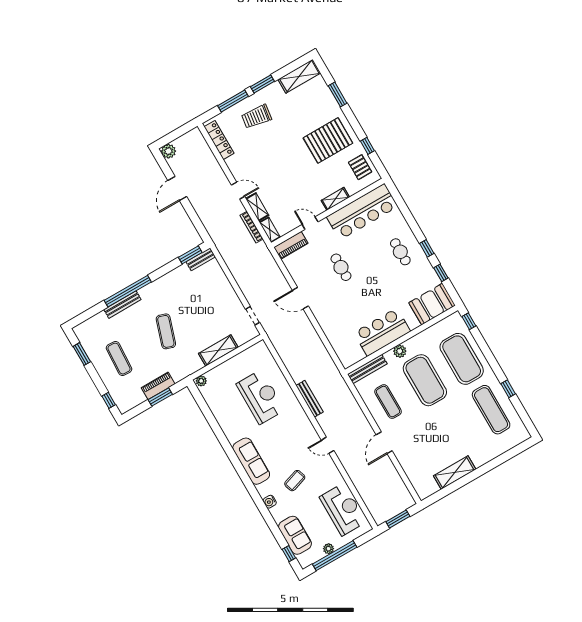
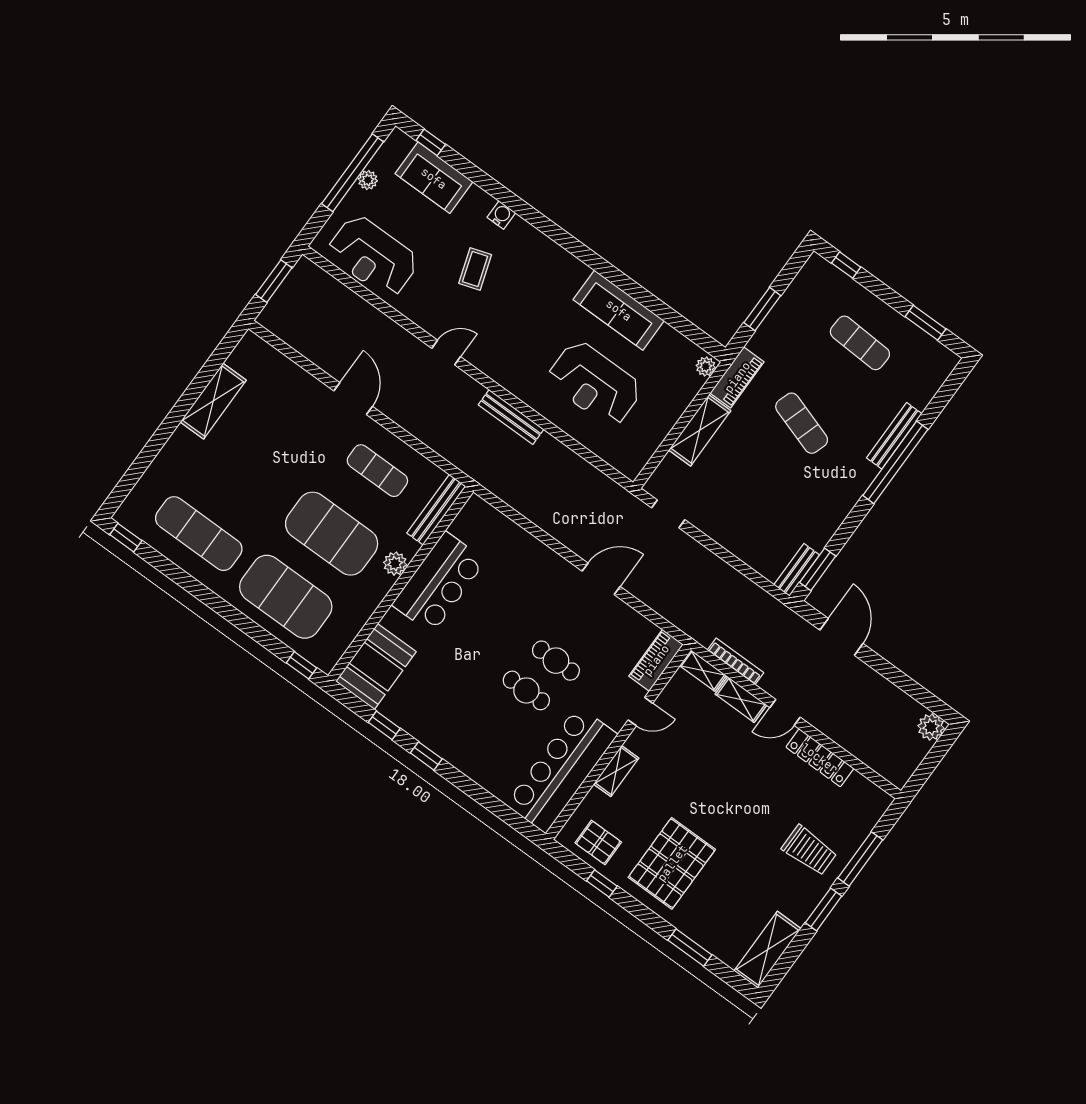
trolley: (256, 117) -> (809, 850), turned 82
locker: (219, 140) -> (820, 758), moved
door: (177, 188) -> (841, 637), moved
cafe table: (400, 252) -> (526, 690), moved
piano: (158, 386) -> (737, 377), moved
window: (508, 389) -> (126, 538), moved
sofa: (251, 461) -> (619, 310), moved

